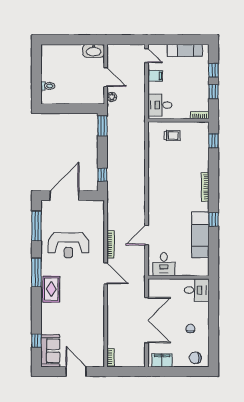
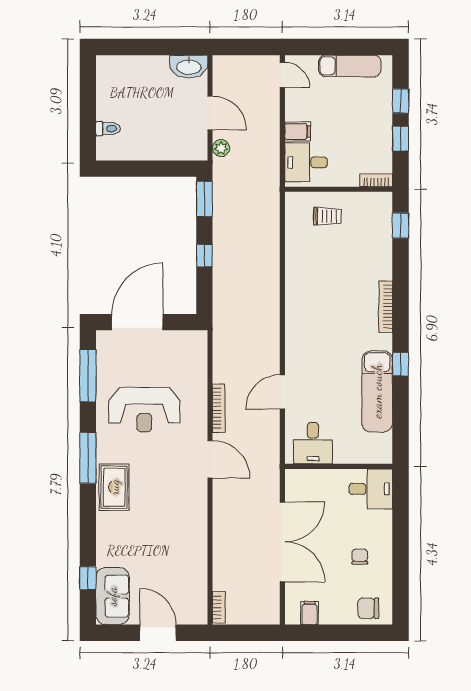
filing cabinet: (155, 76) -> (298, 132), moved
window: (102, 175) -> (204, 256), moved
filing cabinet: (162, 360) -> (310, 613), width x0.50

